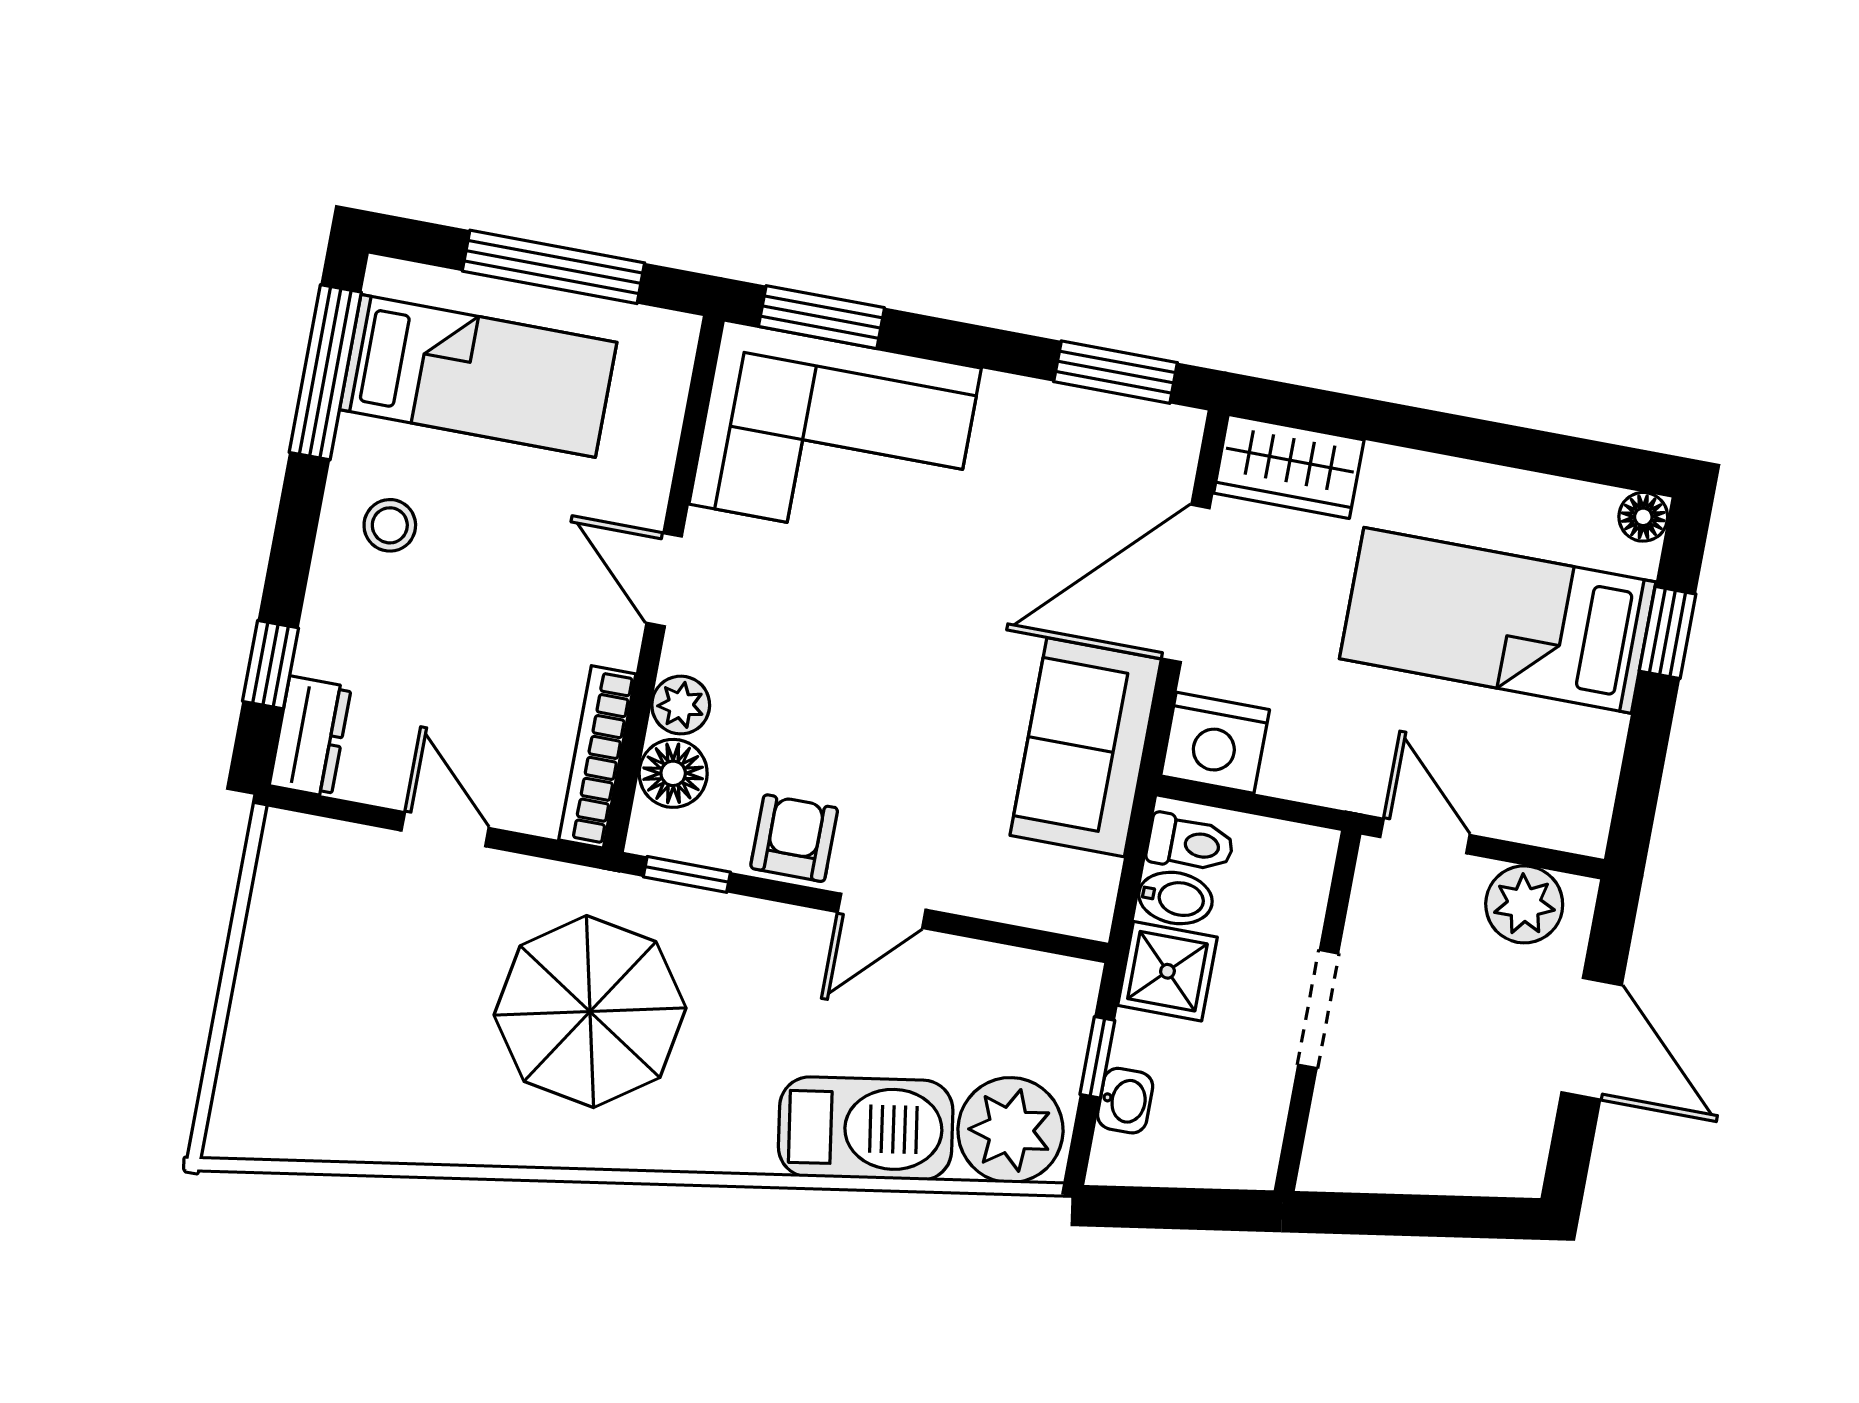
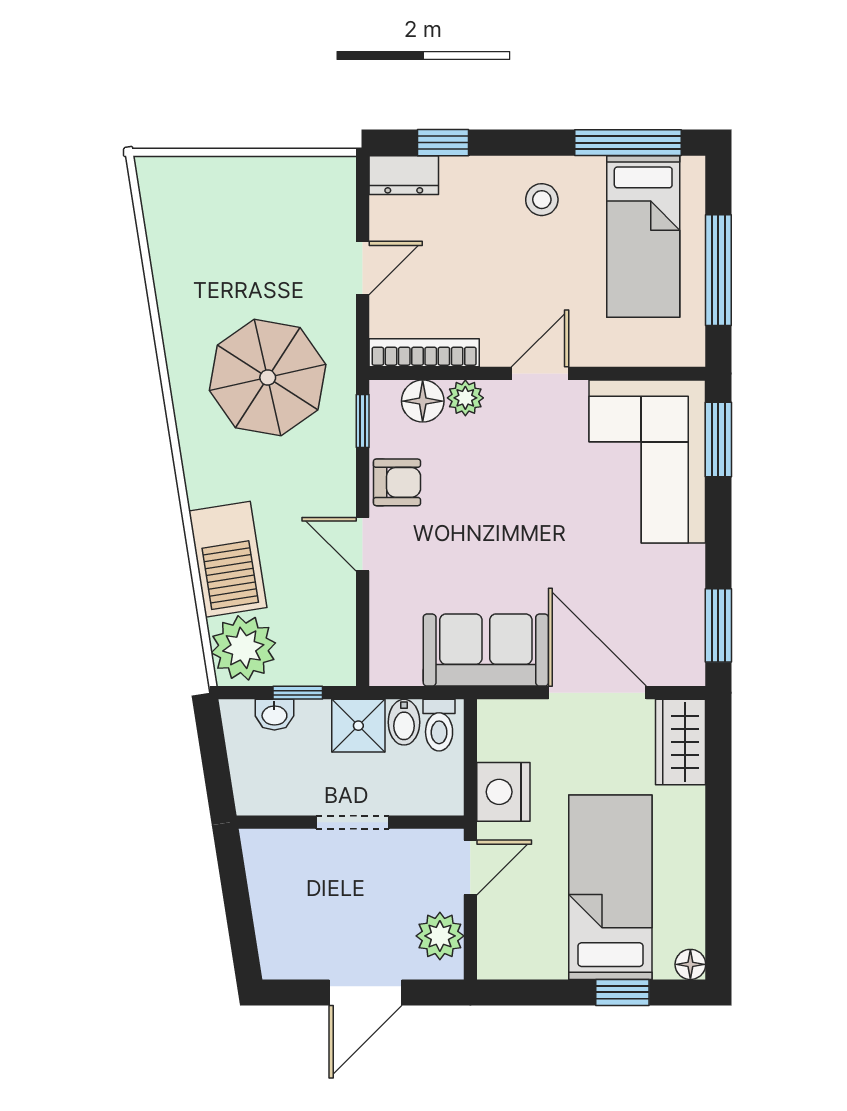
nightstand: (1215, 743) -> (503, 792), moved

